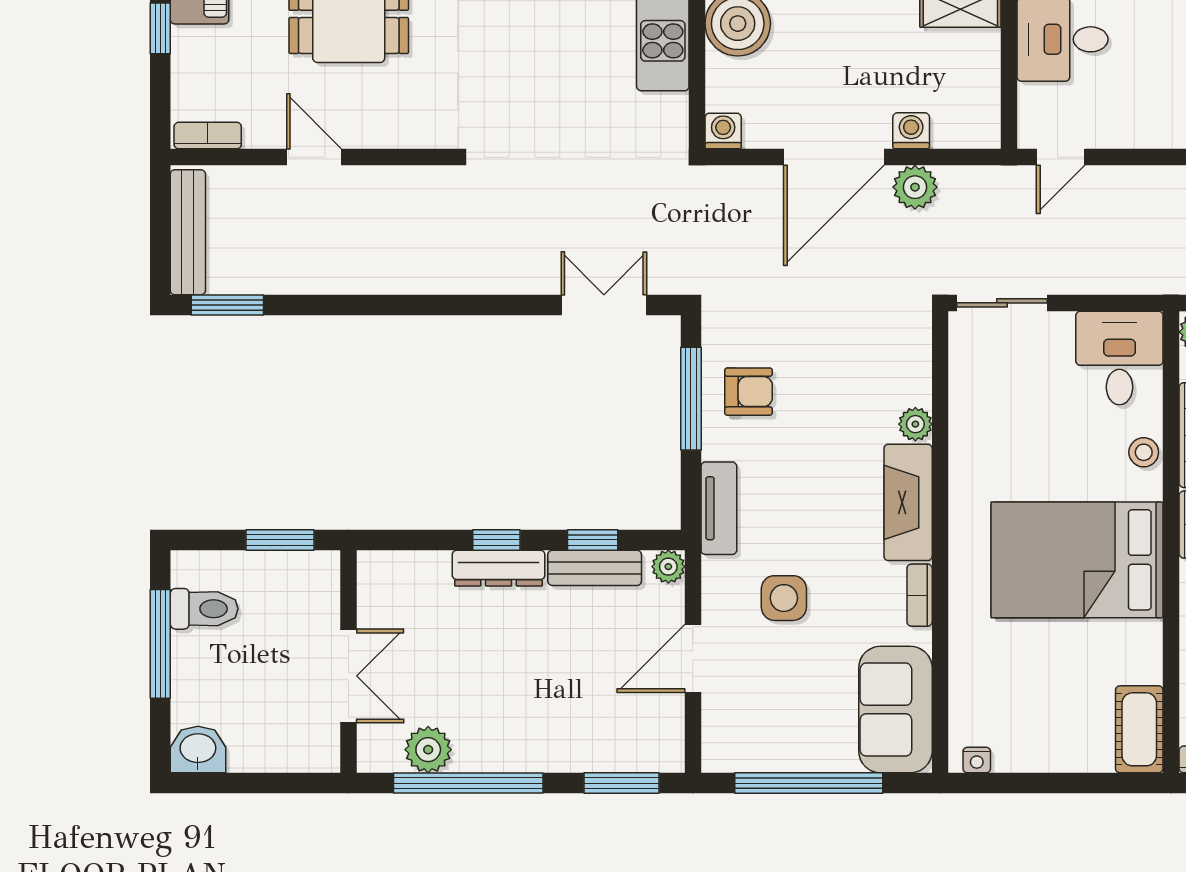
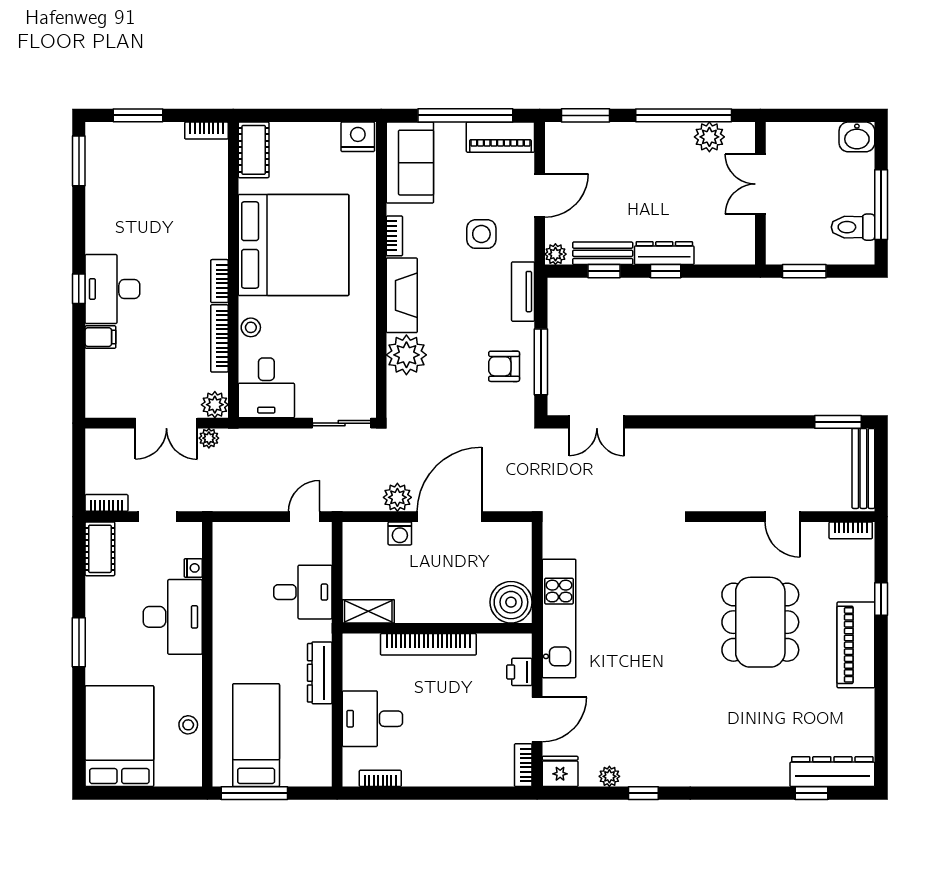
washing machine: (723, 131) -> (520, 533), removed
plant: (915, 424) -> (406, 355), width x1.87, depth x1.87
bed: (1077, 560) -> (294, 245), width x1.36
piano: (754, 749) -> (500, 137), added
nightstand: (977, 760) -> (358, 137), width x1.89, depth x1.79

